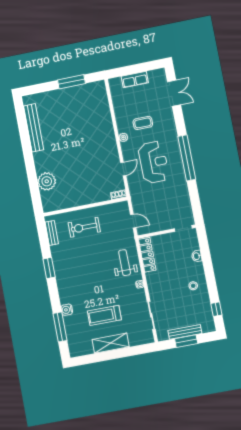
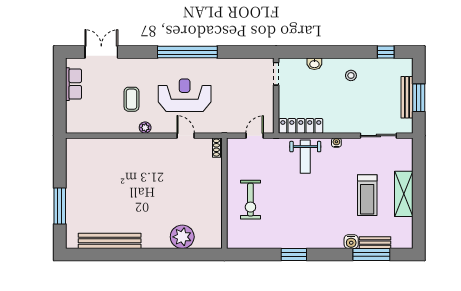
row of seats: (135, 80) -> (74, 84), moved
window: (71, 82) -> (60, 206), moved
bench: (52, 233) -> (375, 243), moved
weight bench: (125, 263) -> (305, 157), turned -90

